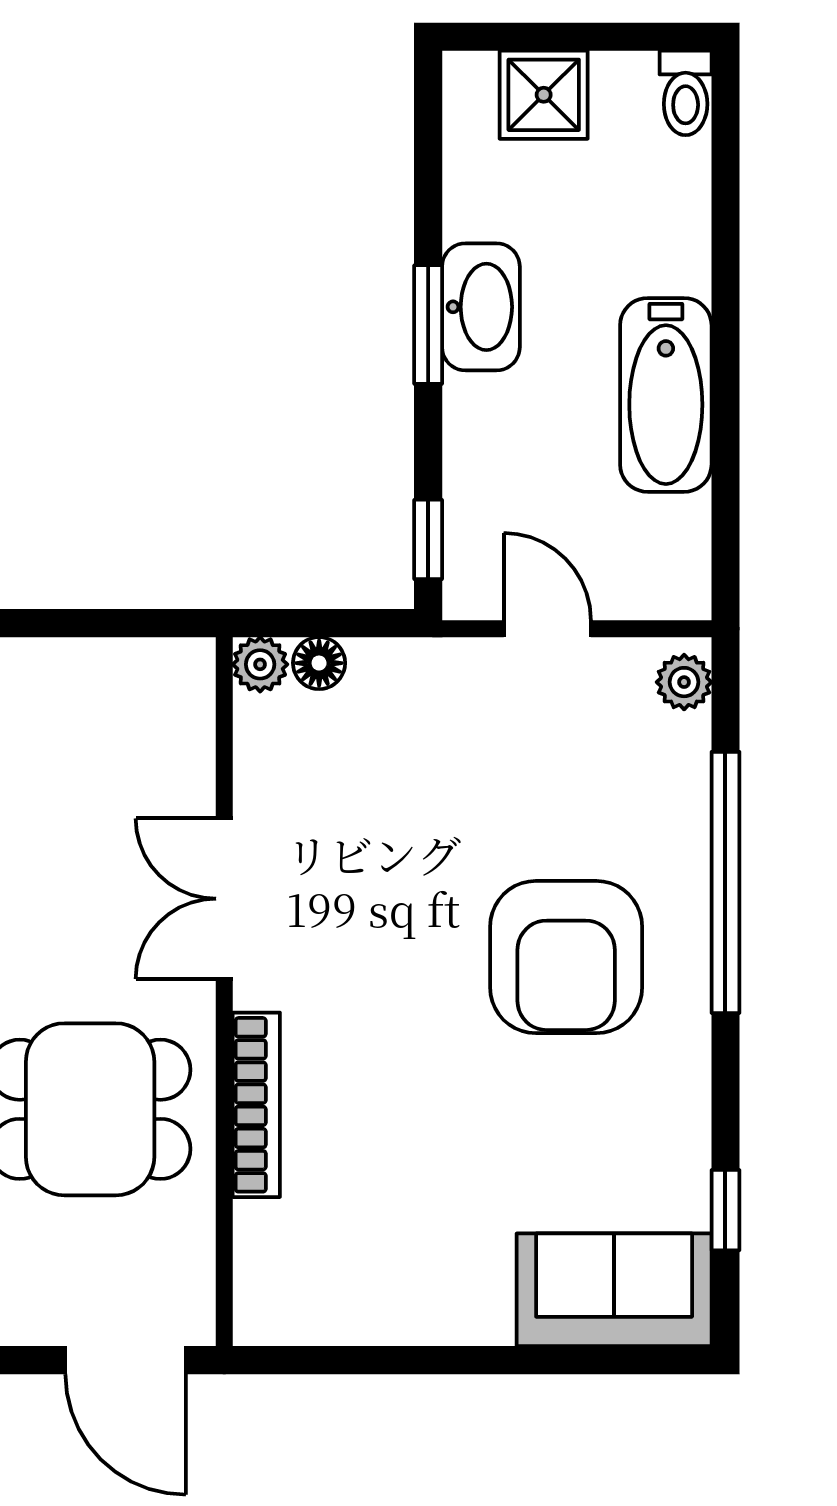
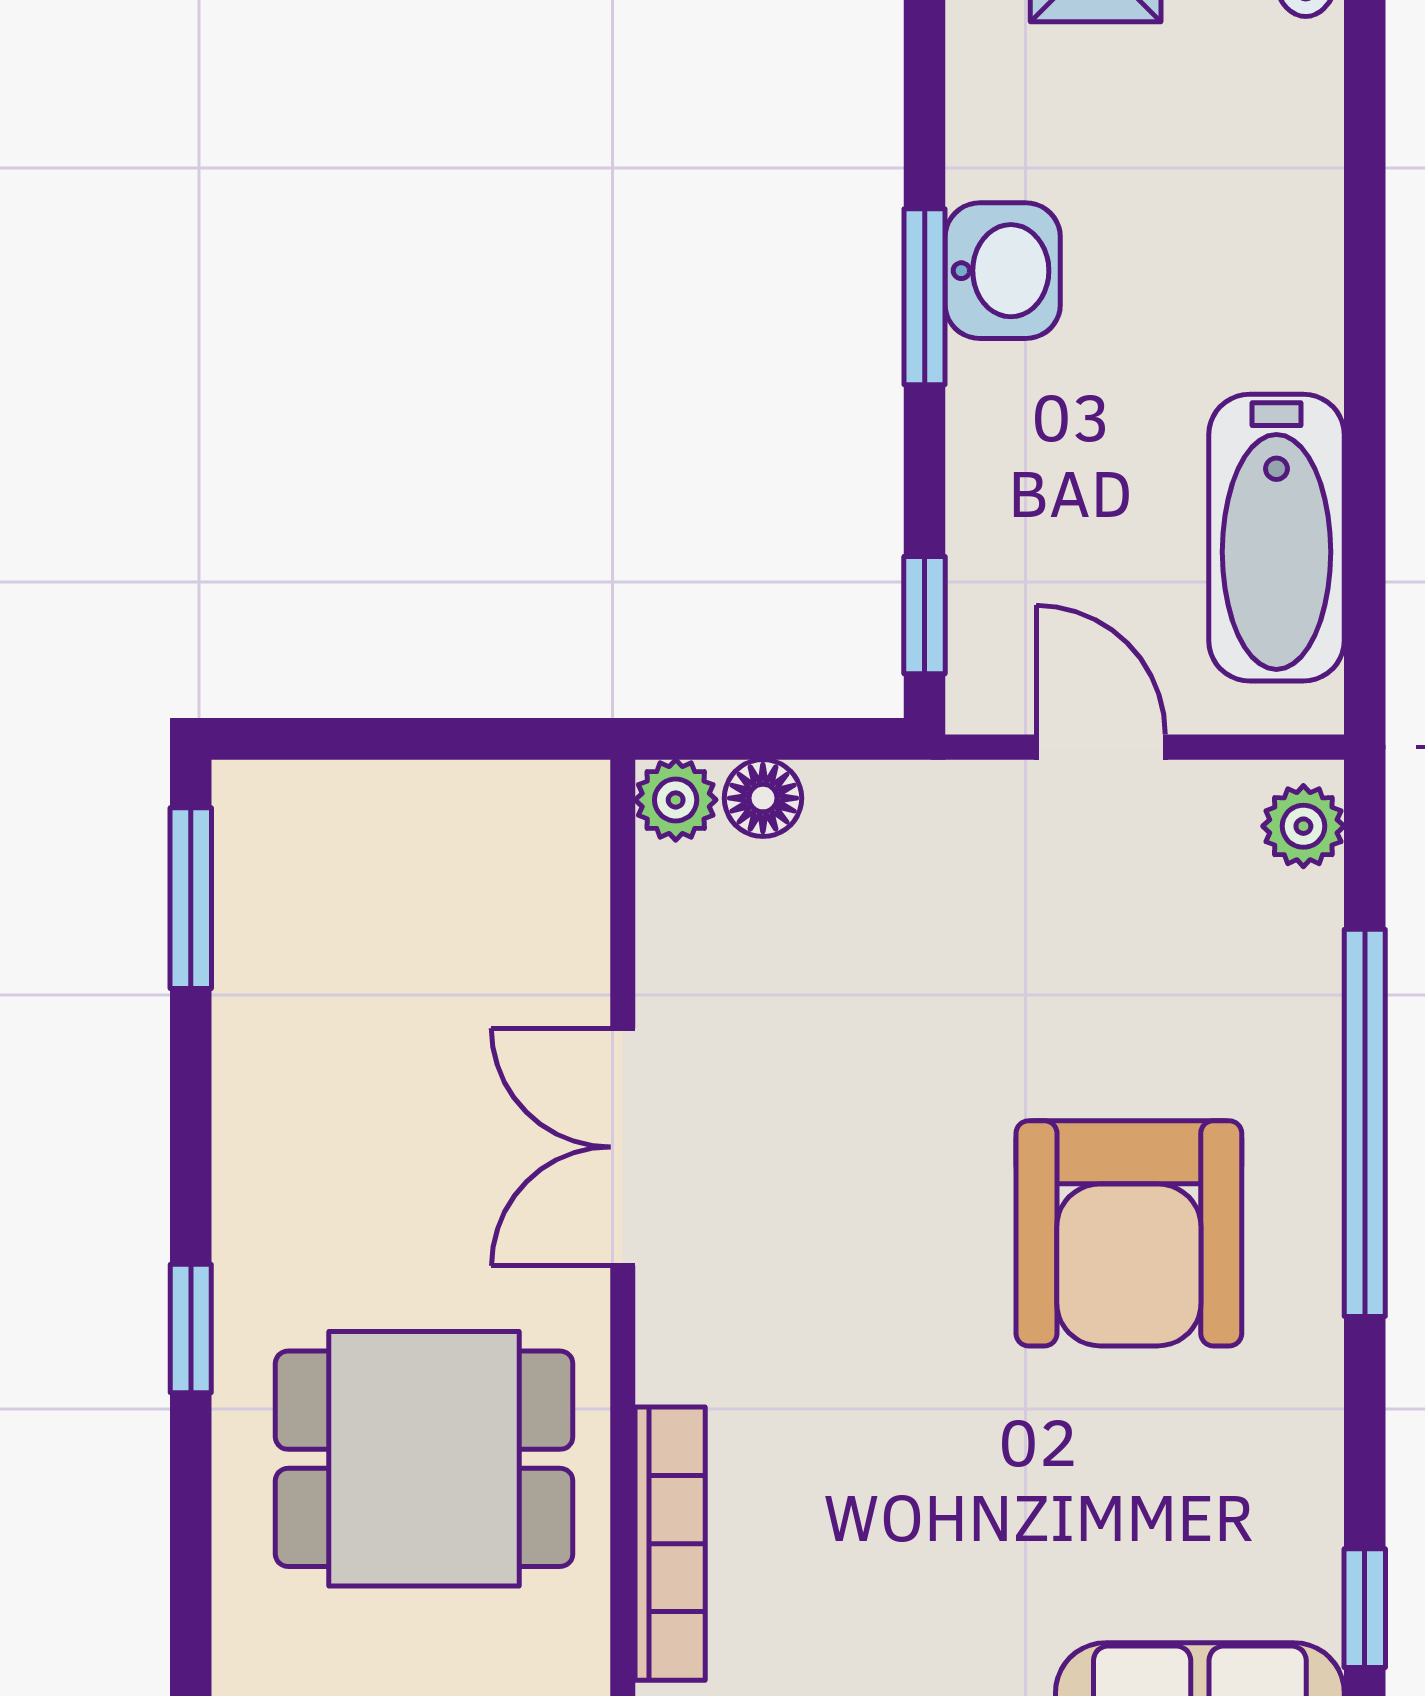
washbasin: (481, 307) -> (1003, 271), width x0.72
bathtub: (666, 395) -> (1276, 538), moved
bookcase: (256, 1105) -> (670, 1544), moved

